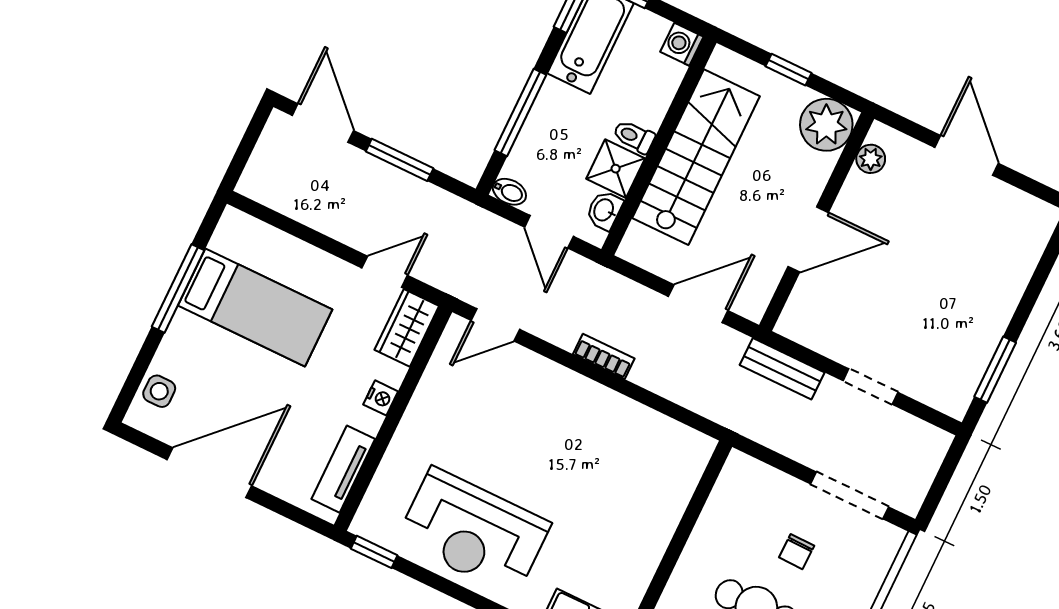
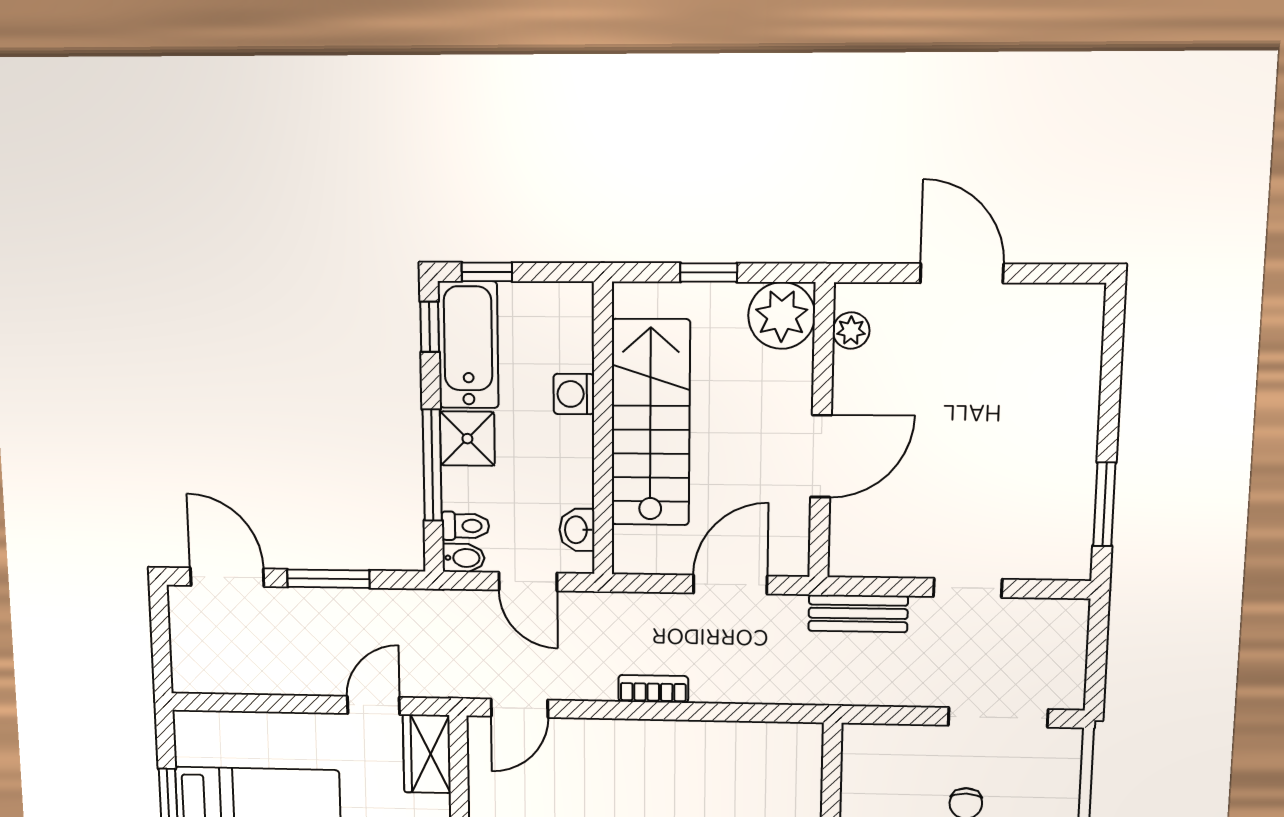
washing machine: (682, 44) -> (574, 394), moved
toilet: (634, 137) -> (465, 526), moved, turned 180
shower: (616, 169) -> (467, 439), moved

